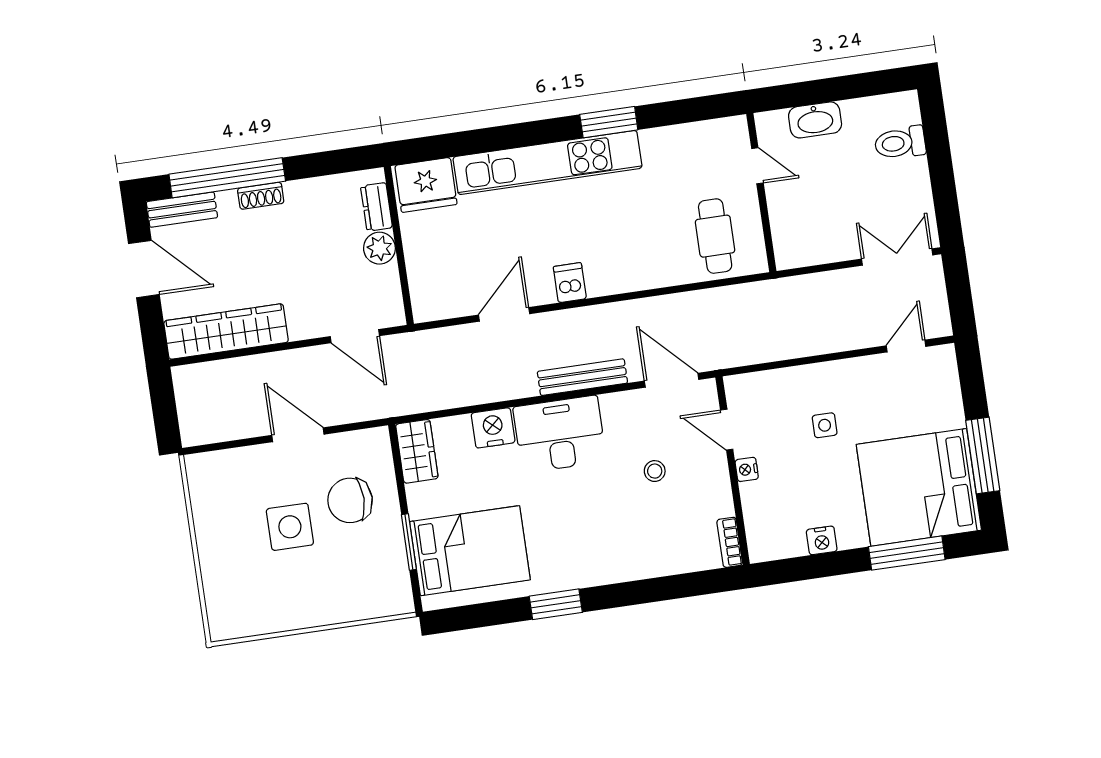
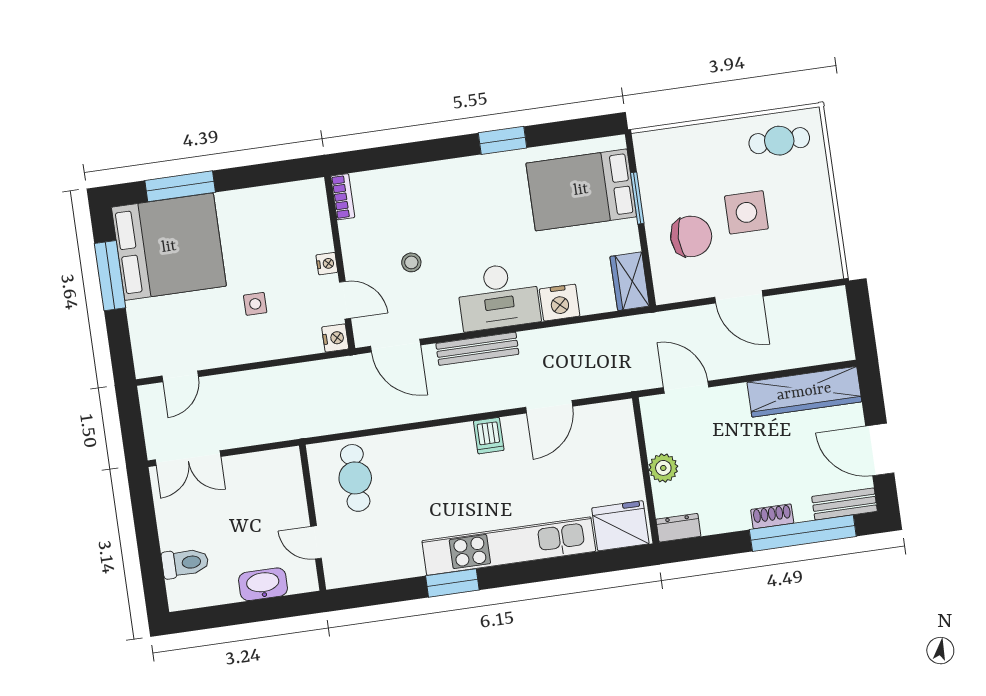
dresser: (376, 207) -> (678, 528), moved, turned -90
nightstand: (822, 540) -> (335, 338), moved, turned 90
cafe table: (254, 605) -> (779, 141), added

